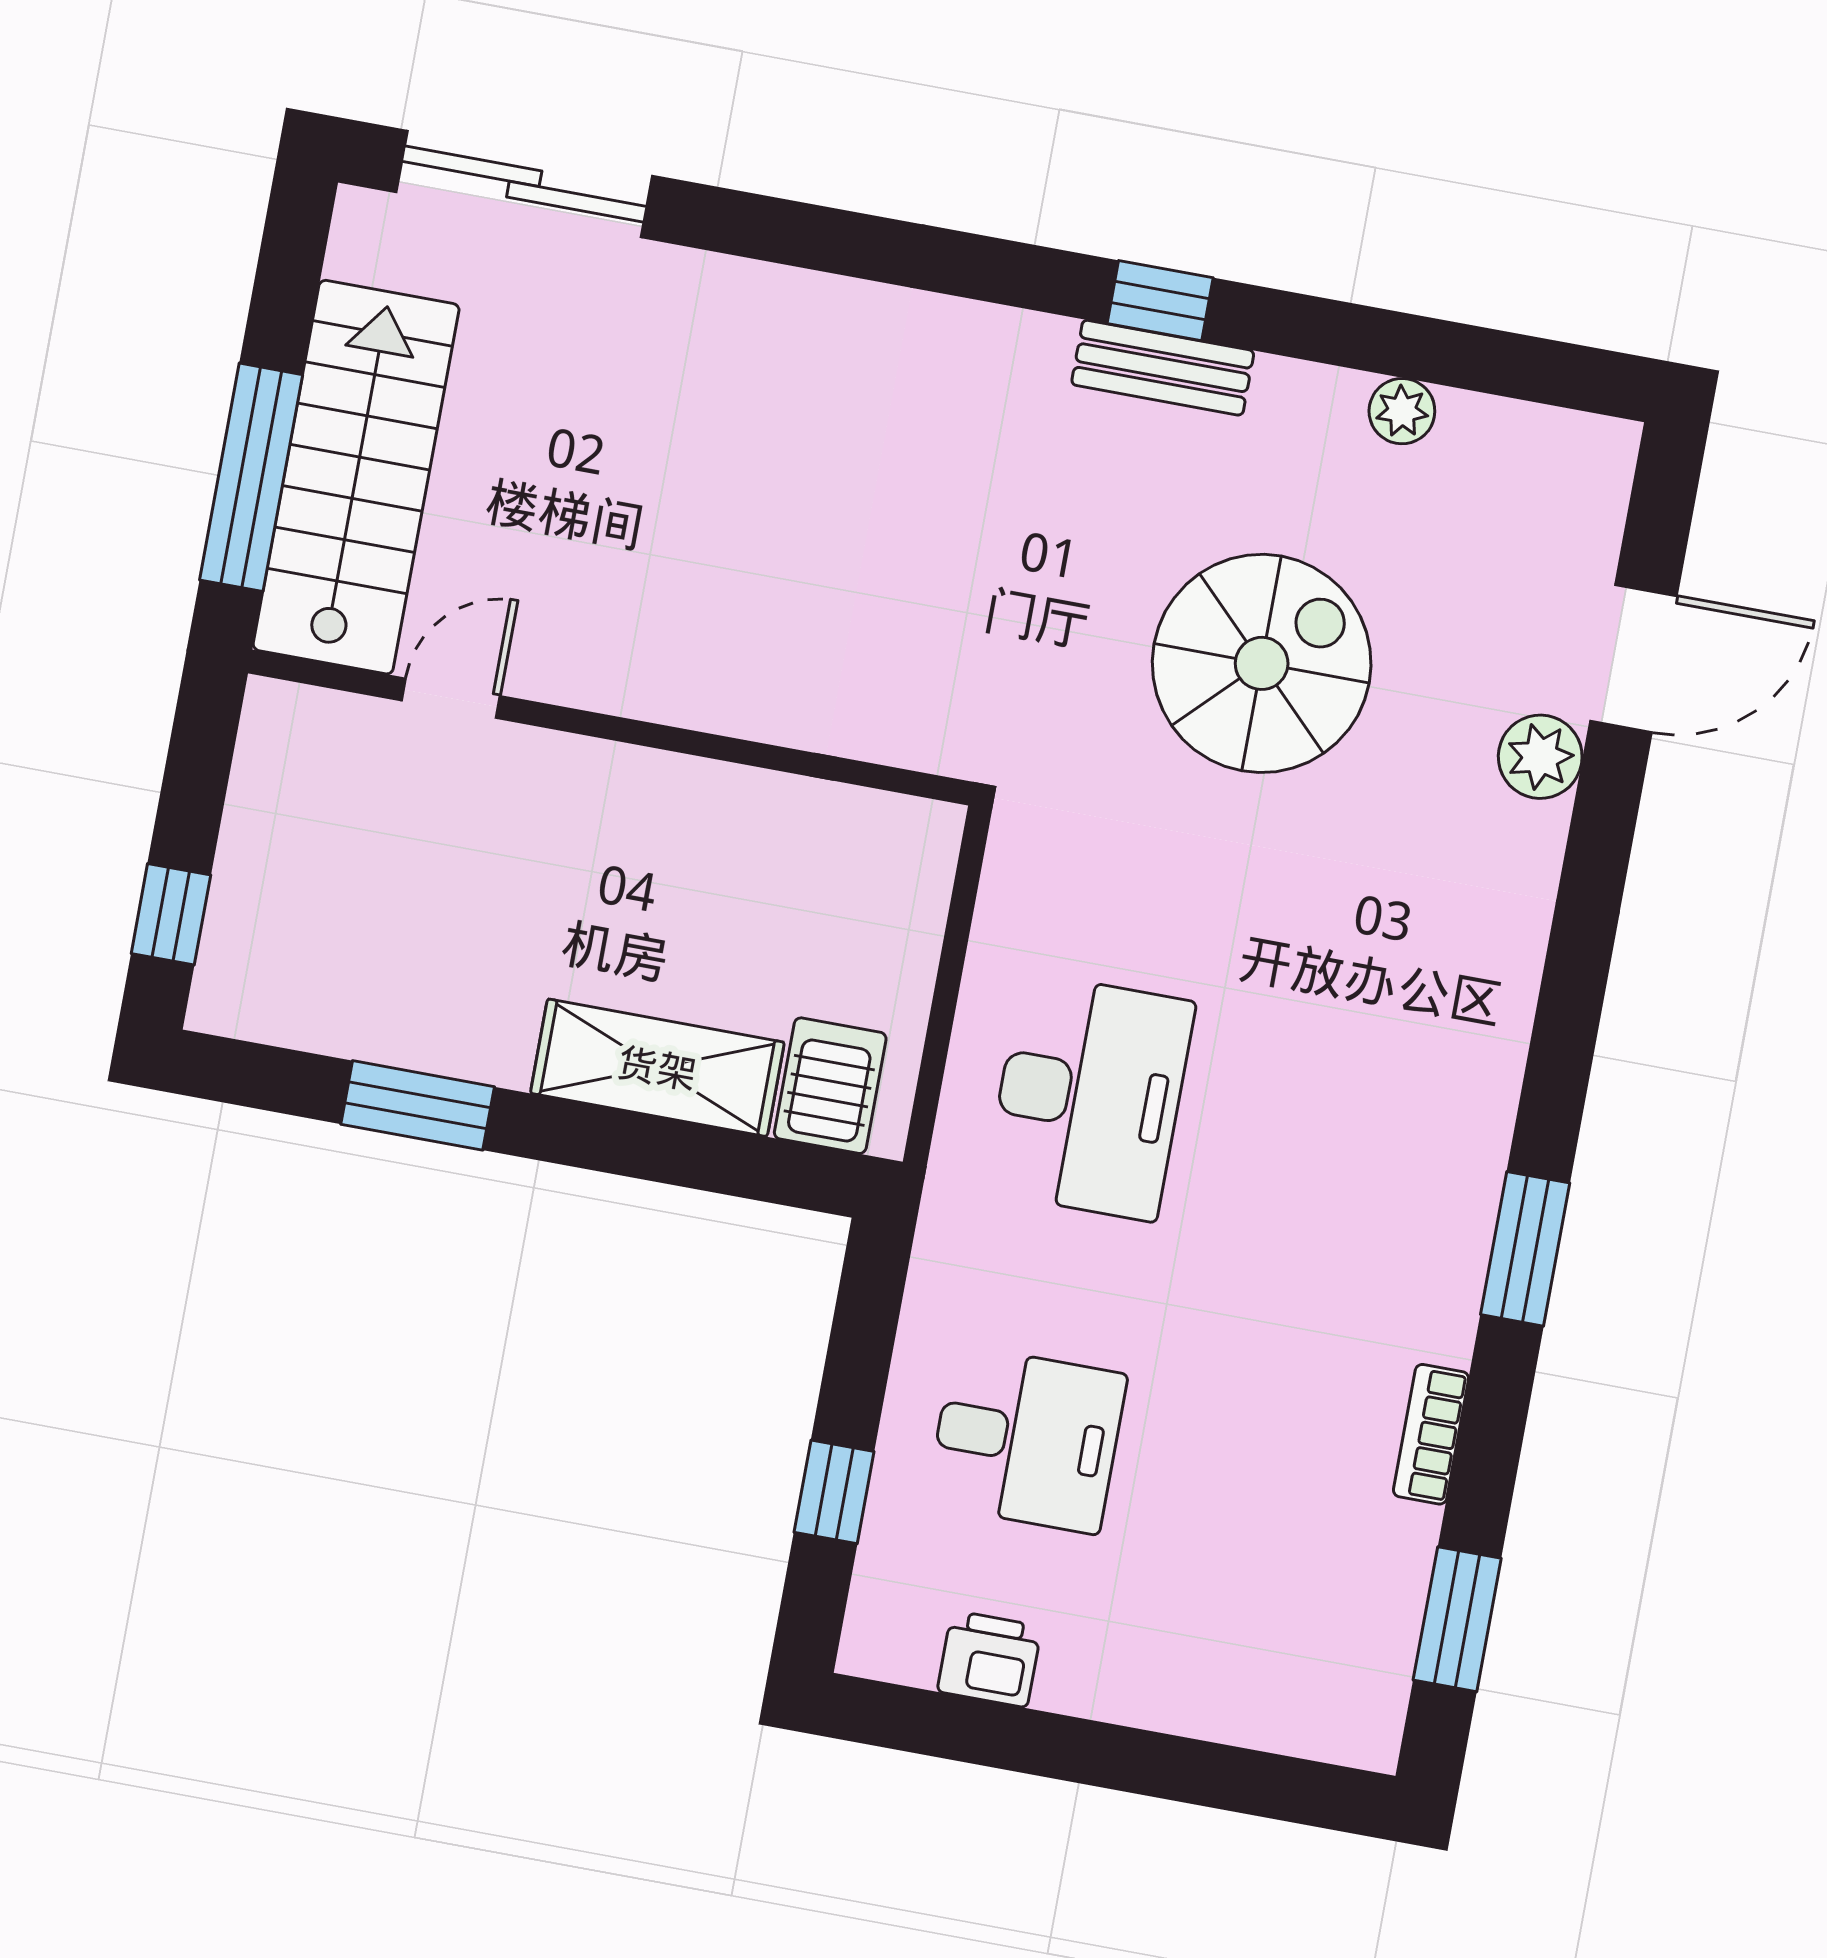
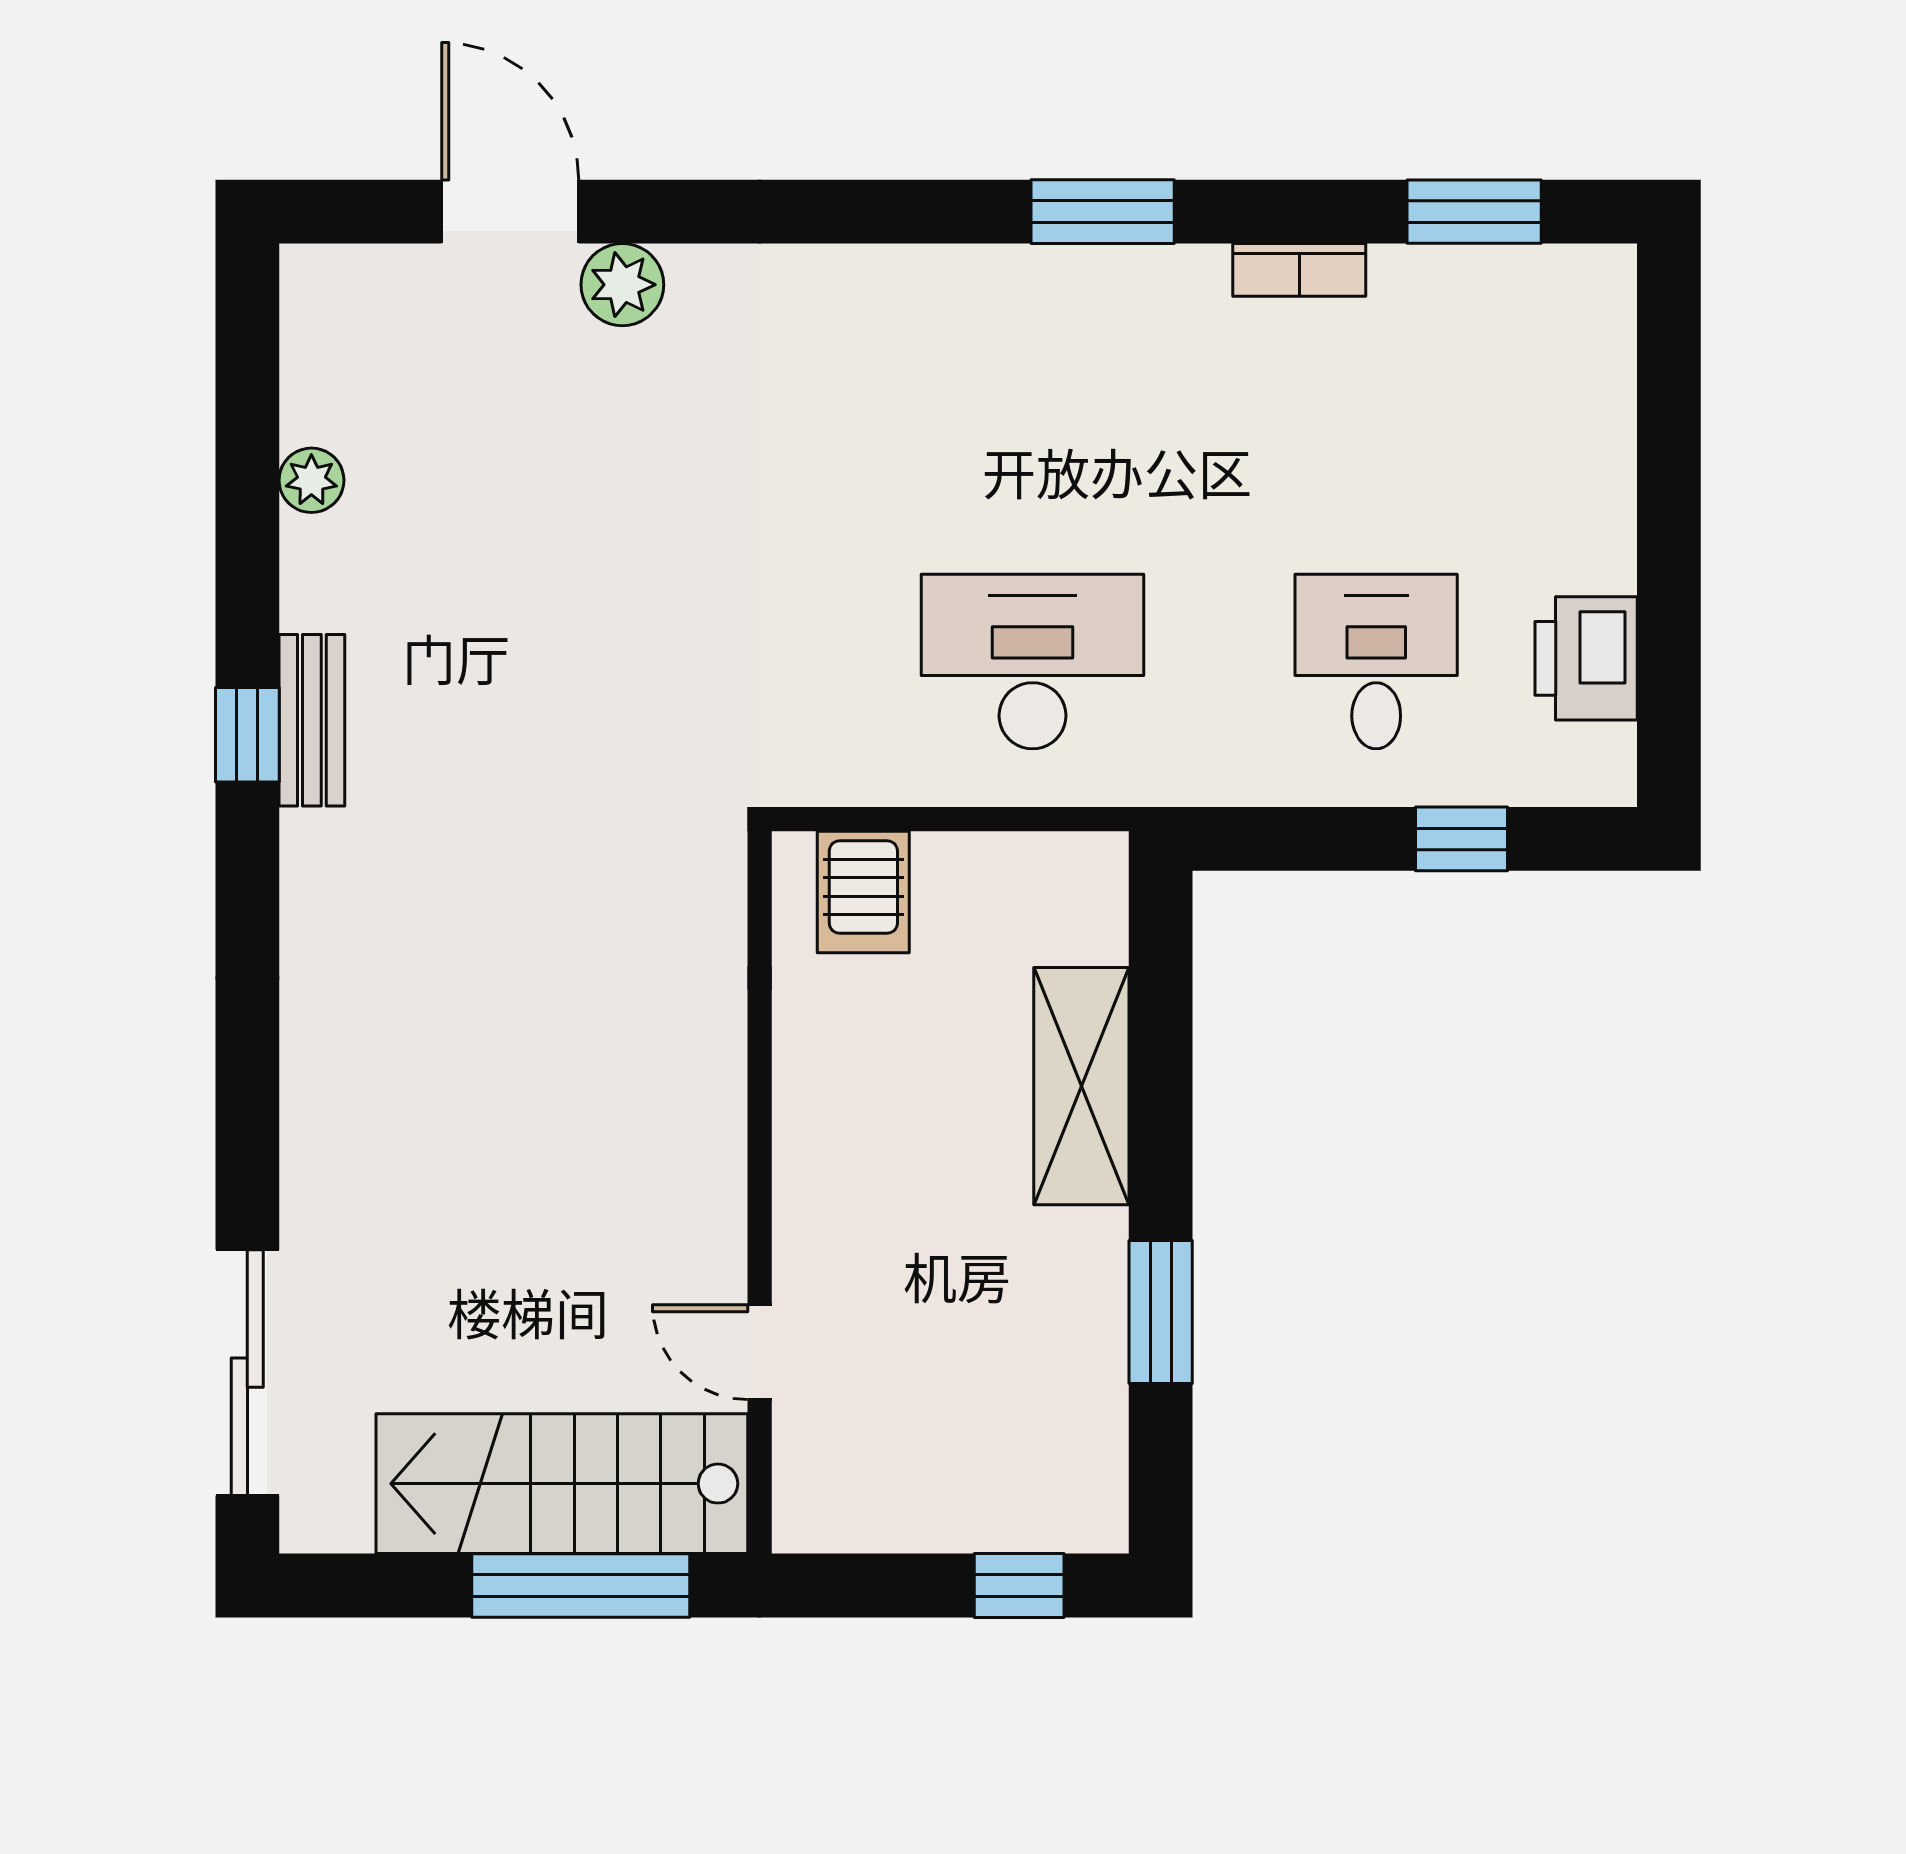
spiral stairs: (1262, 663) -> (581, 572), removed
server rack: (830, 1086) -> (863, 892), moved, turned -90
printer: (989, 1659) -> (1586, 658), width x1.36, depth x1.24

